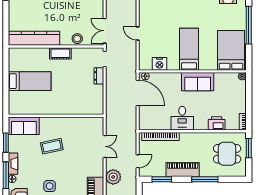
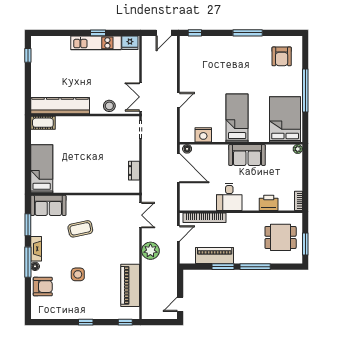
door: (138, 33) -> (178, 100), swing flipped
cot: (60, 53) -> (43, 123), moved
dresser: (99, 76) -> (134, 171), moved
bed: (30, 81) -> (42, 169), moved, turned -90
double door: (105, 146) -> (141, 215), moved
window: (249, 148) -> (305, 244), moved
door: (138, 161) -> (178, 233), moved
piano: (183, 170) -> (215, 255), moved
plant: (113, 177) -> (150, 251), moved
window: (162, 179) -> (223, 267), moved

